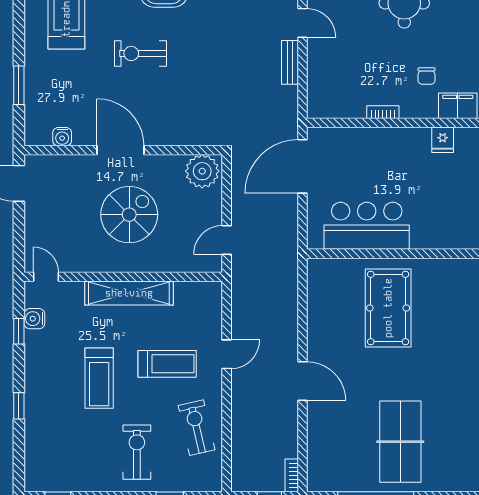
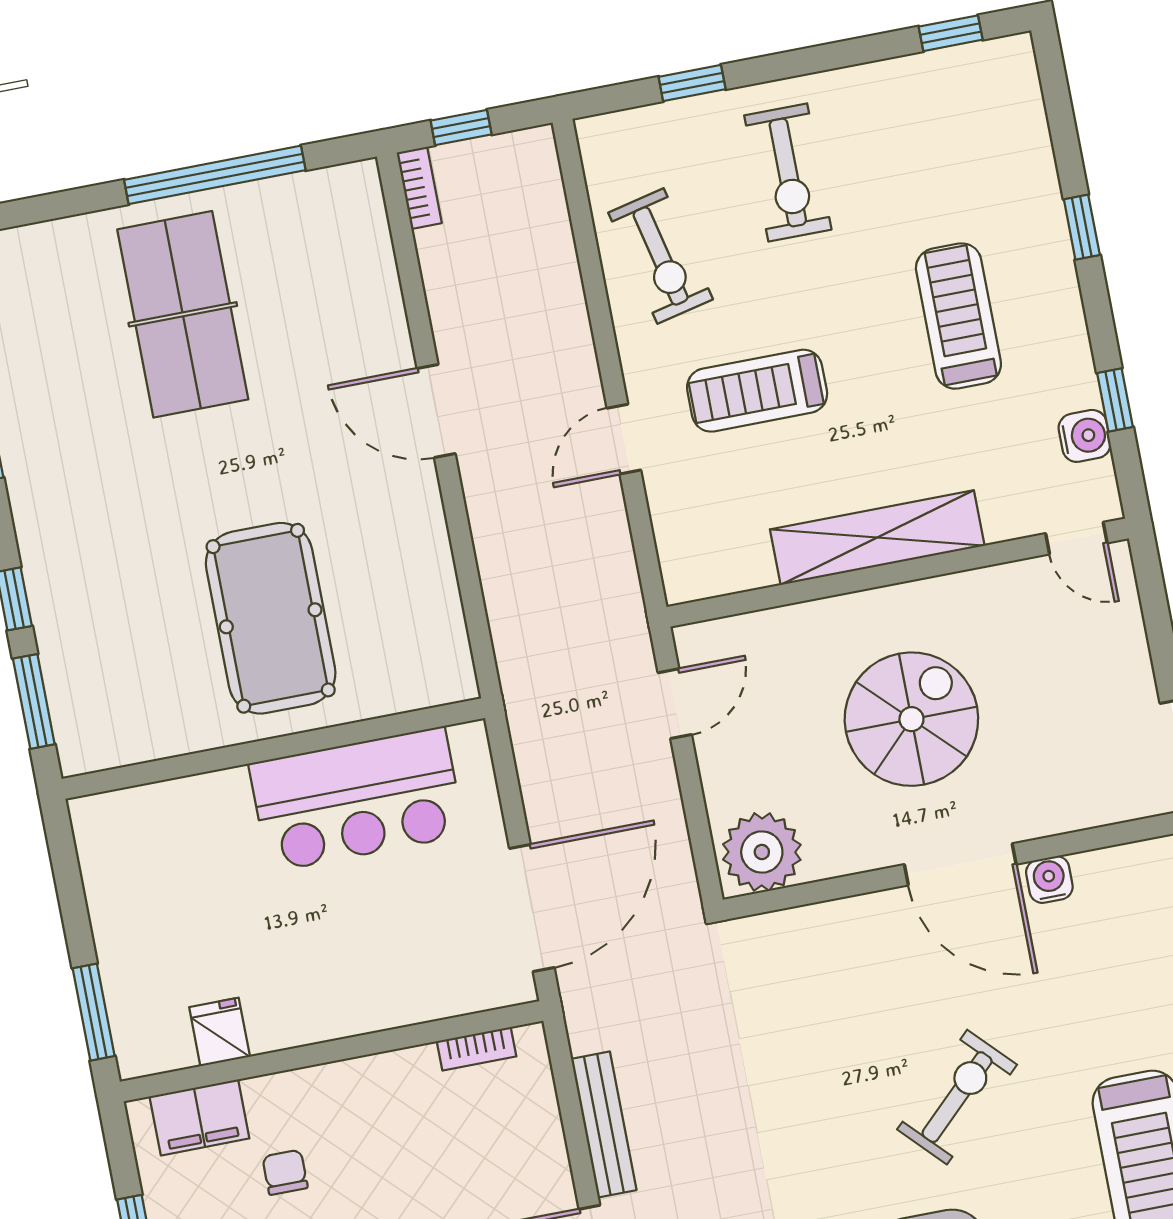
exercise bike: (141, 53) -> (957, 1097), turned -44
bench: (290, 62) -> (604, 1124), width x1.36
bookcase: (383, 112) -> (477, 1049), moved
water cooler: (62, 137) -> (1049, 880), moved
spiral stairs: (129, 215) -> (911, 719), turned 180
treadmill: (99, 378) -> (958, 316), moved

